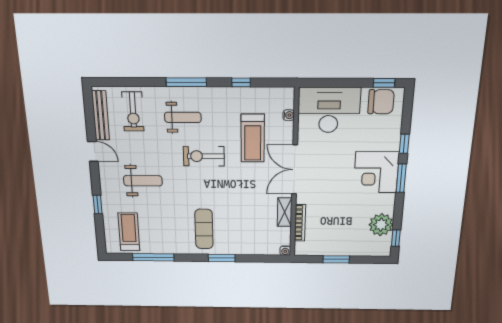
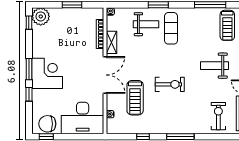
weight bench: (183, 117) -> (146, 24), moved, turned 180
treadmill: (253, 138) -> (135, 98), turned 180
plant: (381, 225) -> (41, 16), moved

